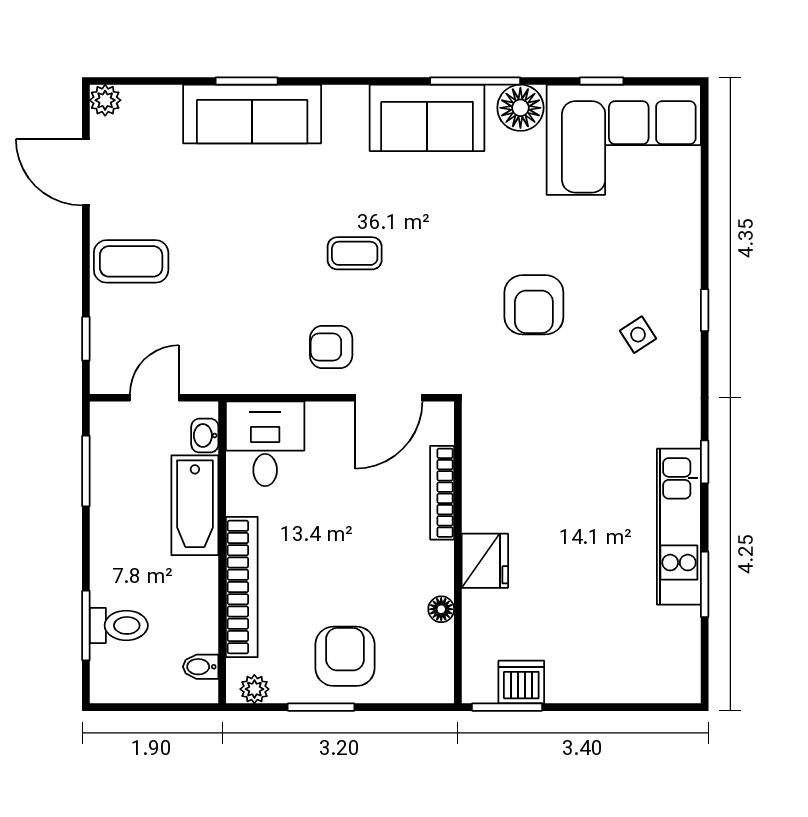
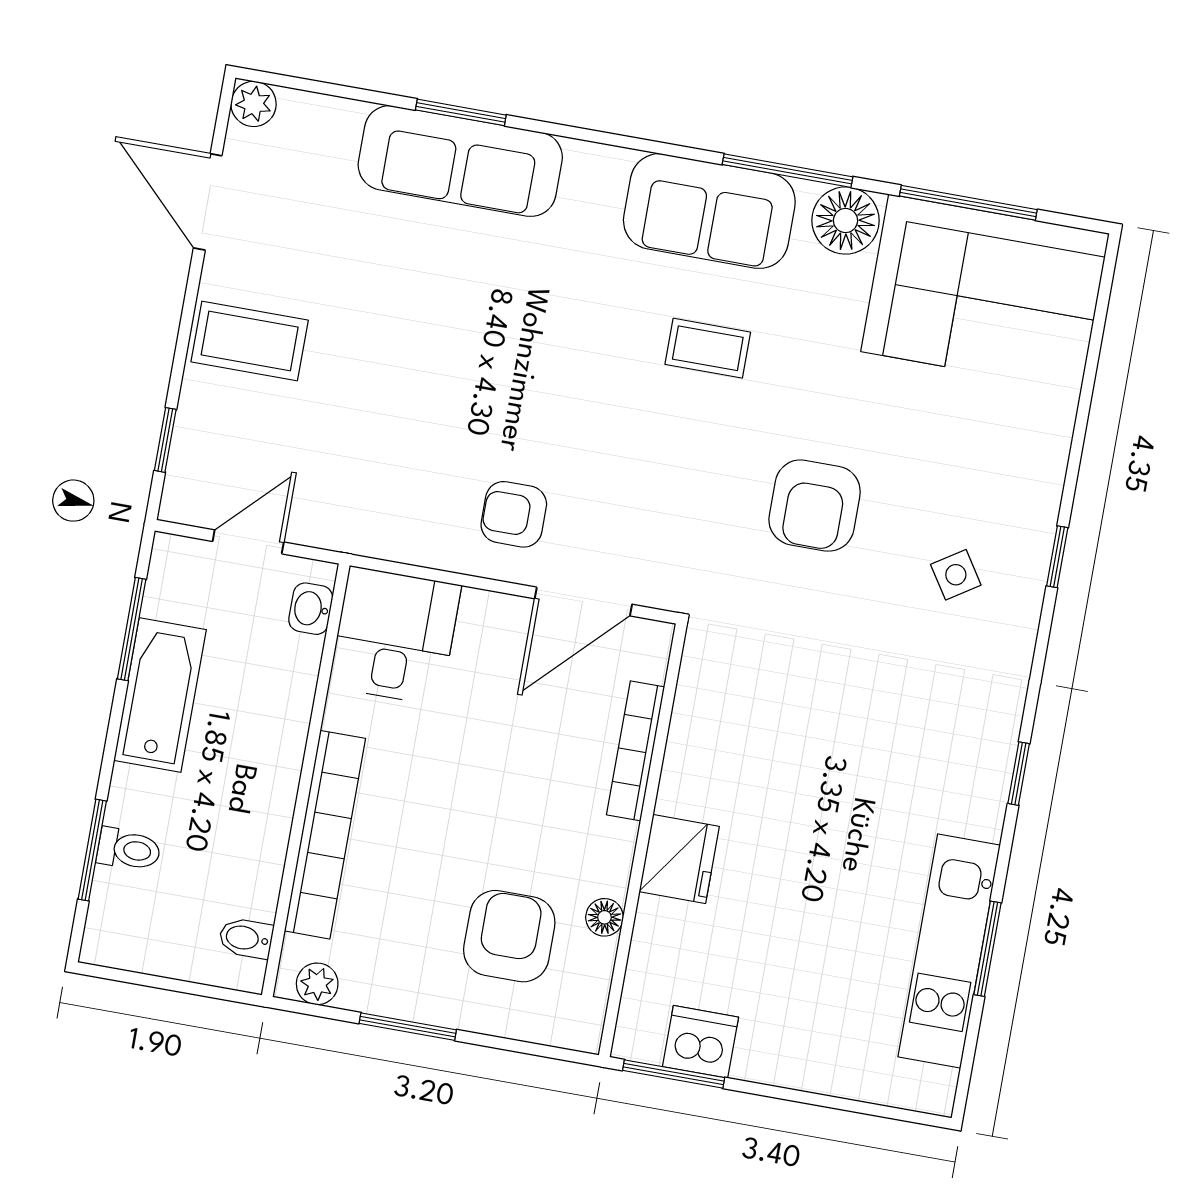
window: (602, 81) -> (968, 203), width x2.17
coffee table: (355, 253) -> (708, 348), moved
bathtub: (195, 505) -> (160, 695), moved, turned 180
kitchen unit: (679, 527) -> (949, 951), moved
toilet: (119, 625) -> (129, 849), width x0.73, depth x0.72
armchair: (345, 656) -> (509, 936), moved

